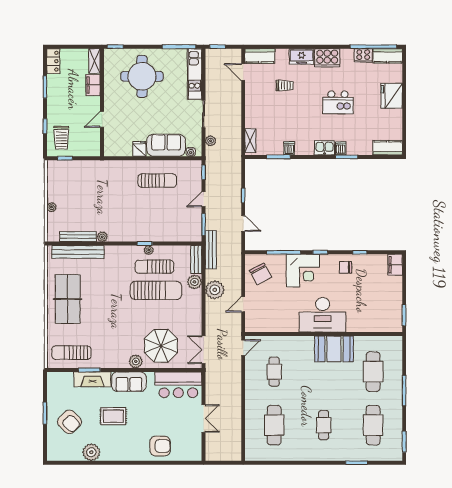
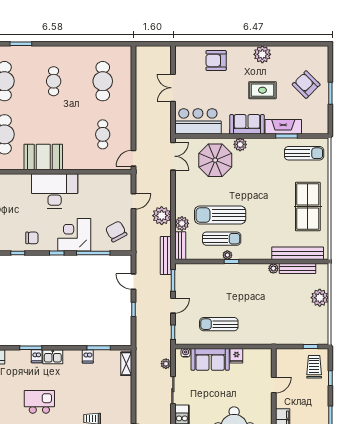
plant: (52, 207) -> (320, 298), width x1.88, depth x1.88
plant: (91, 452) -> (262, 54), moved

